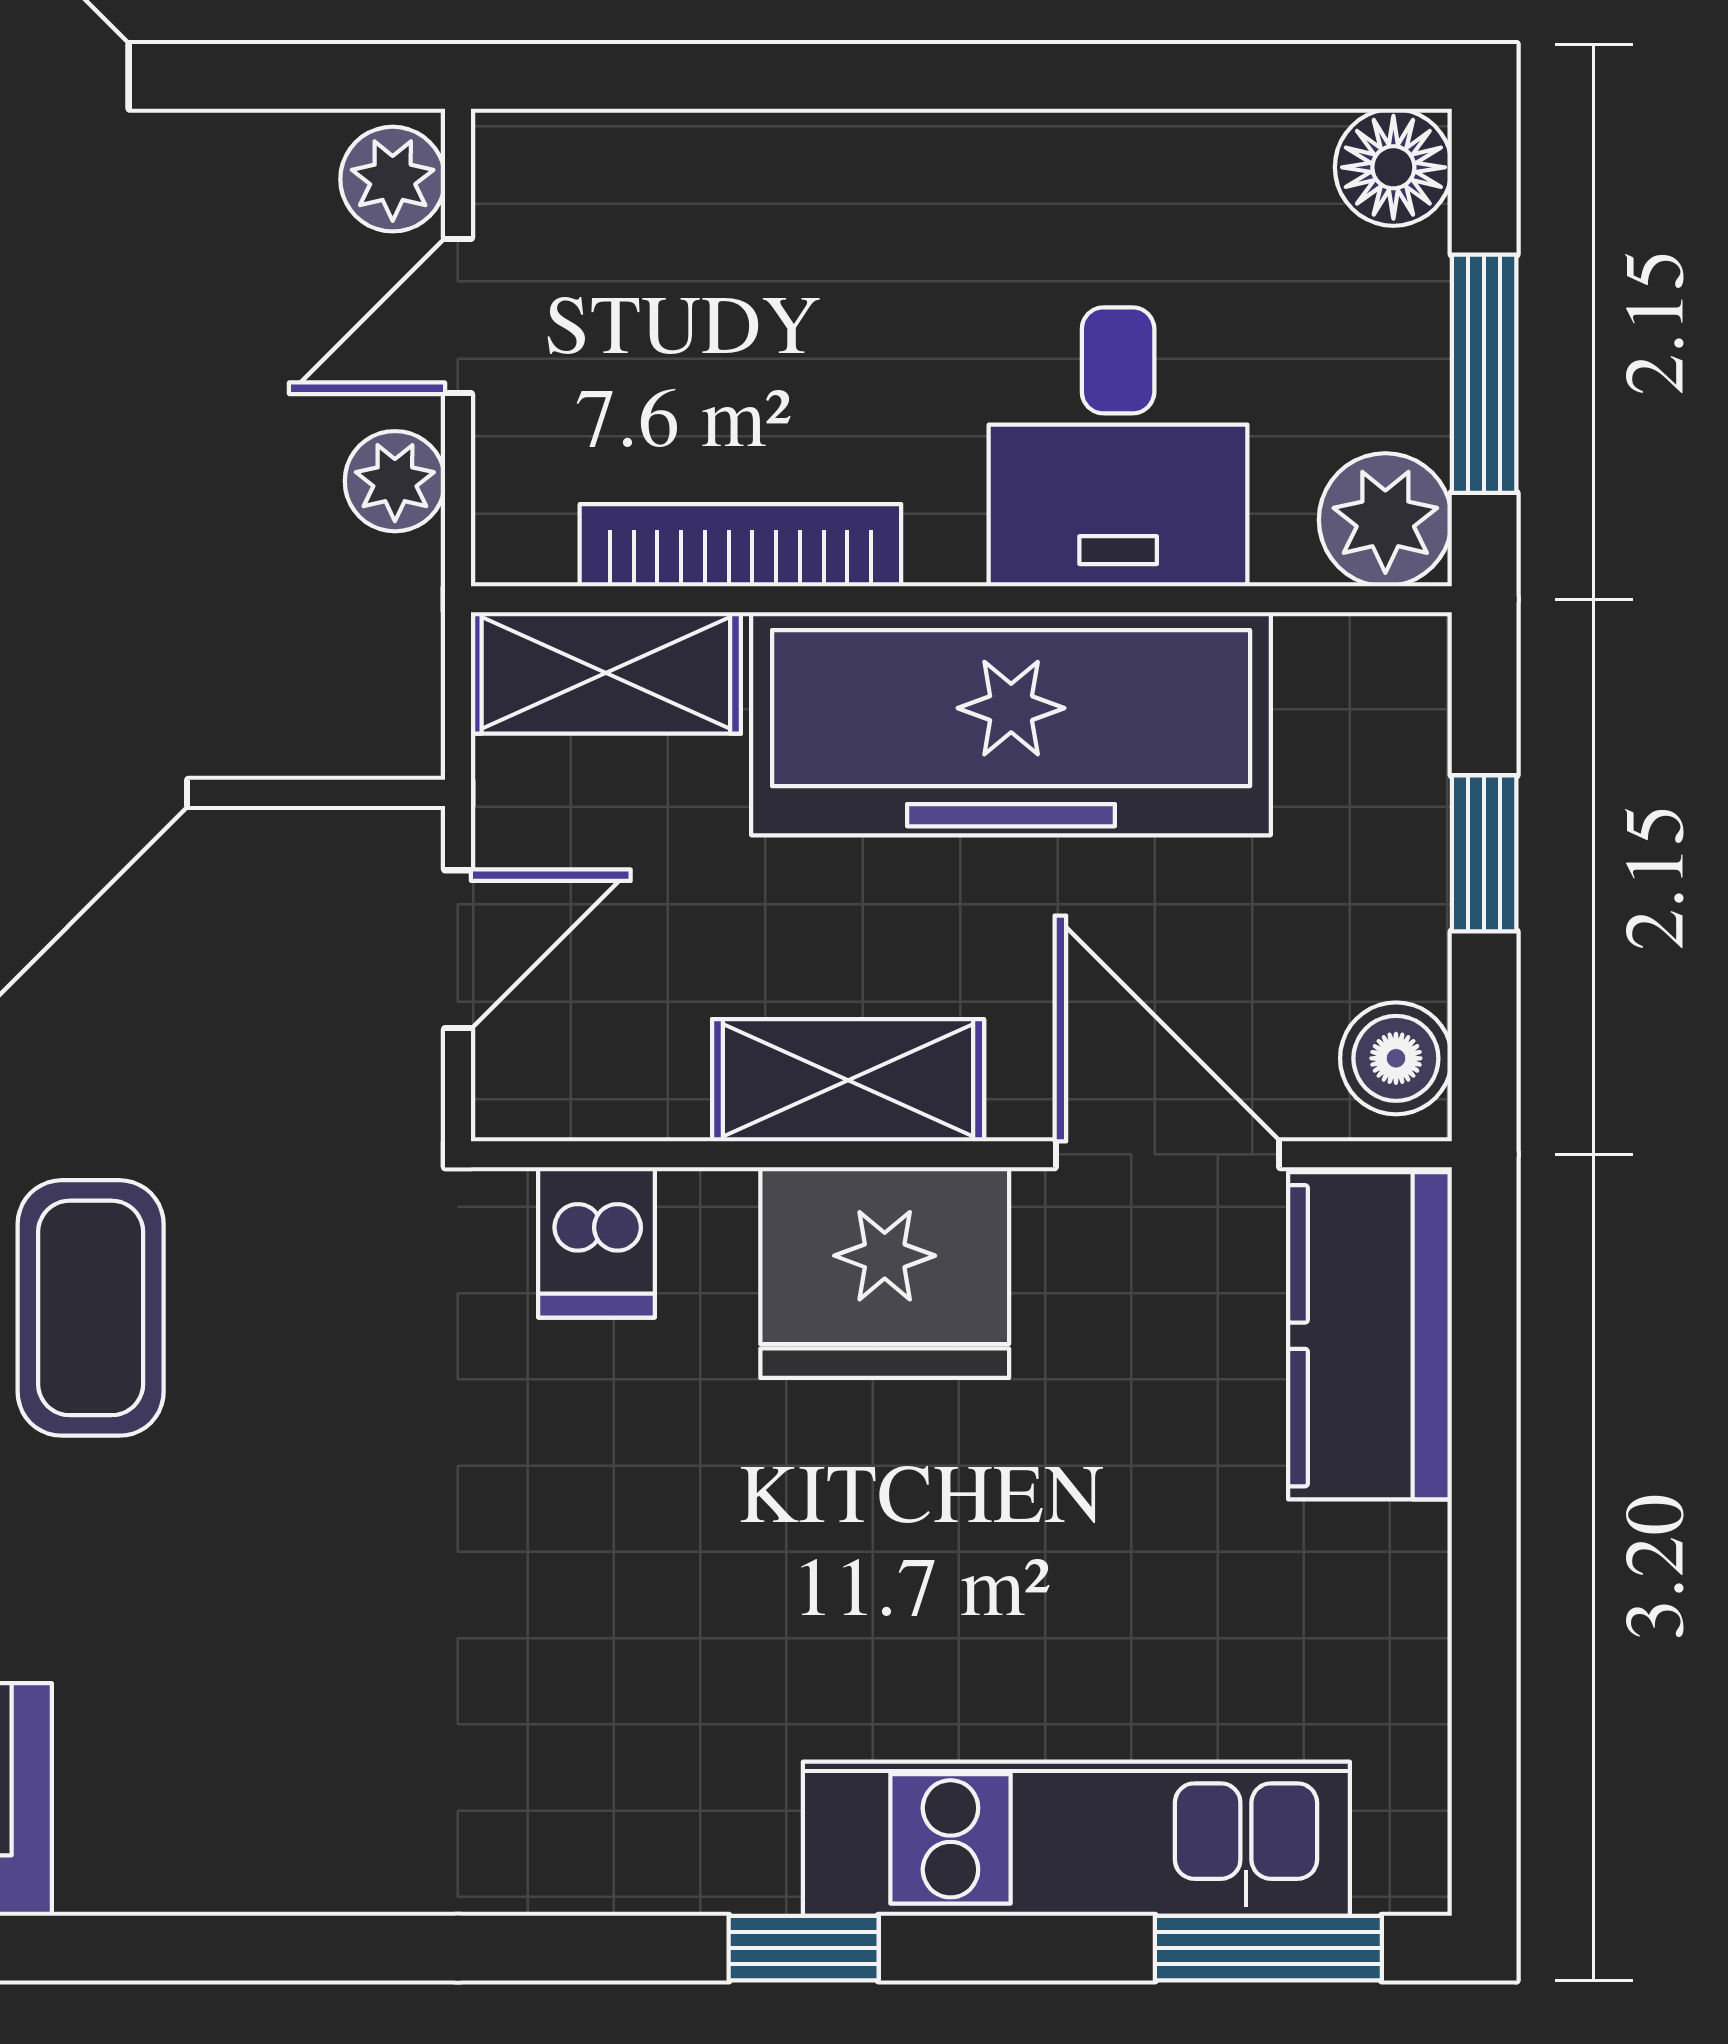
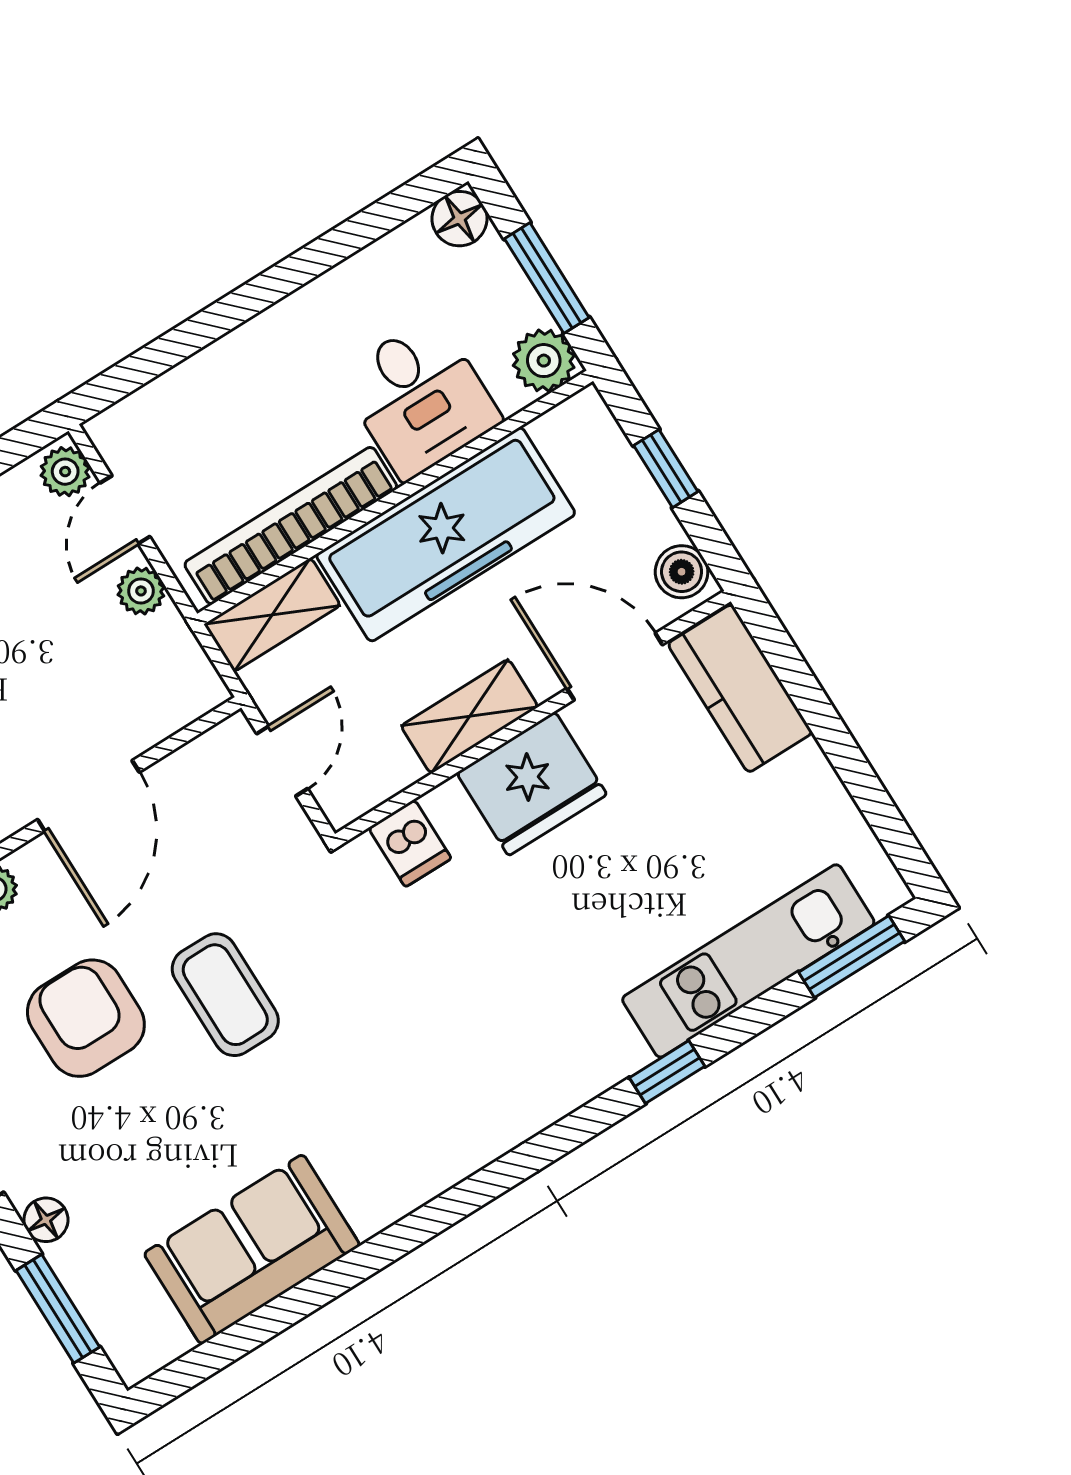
bookcase: (740, 545) -> (291, 526), width x1.48, depth x1.31

